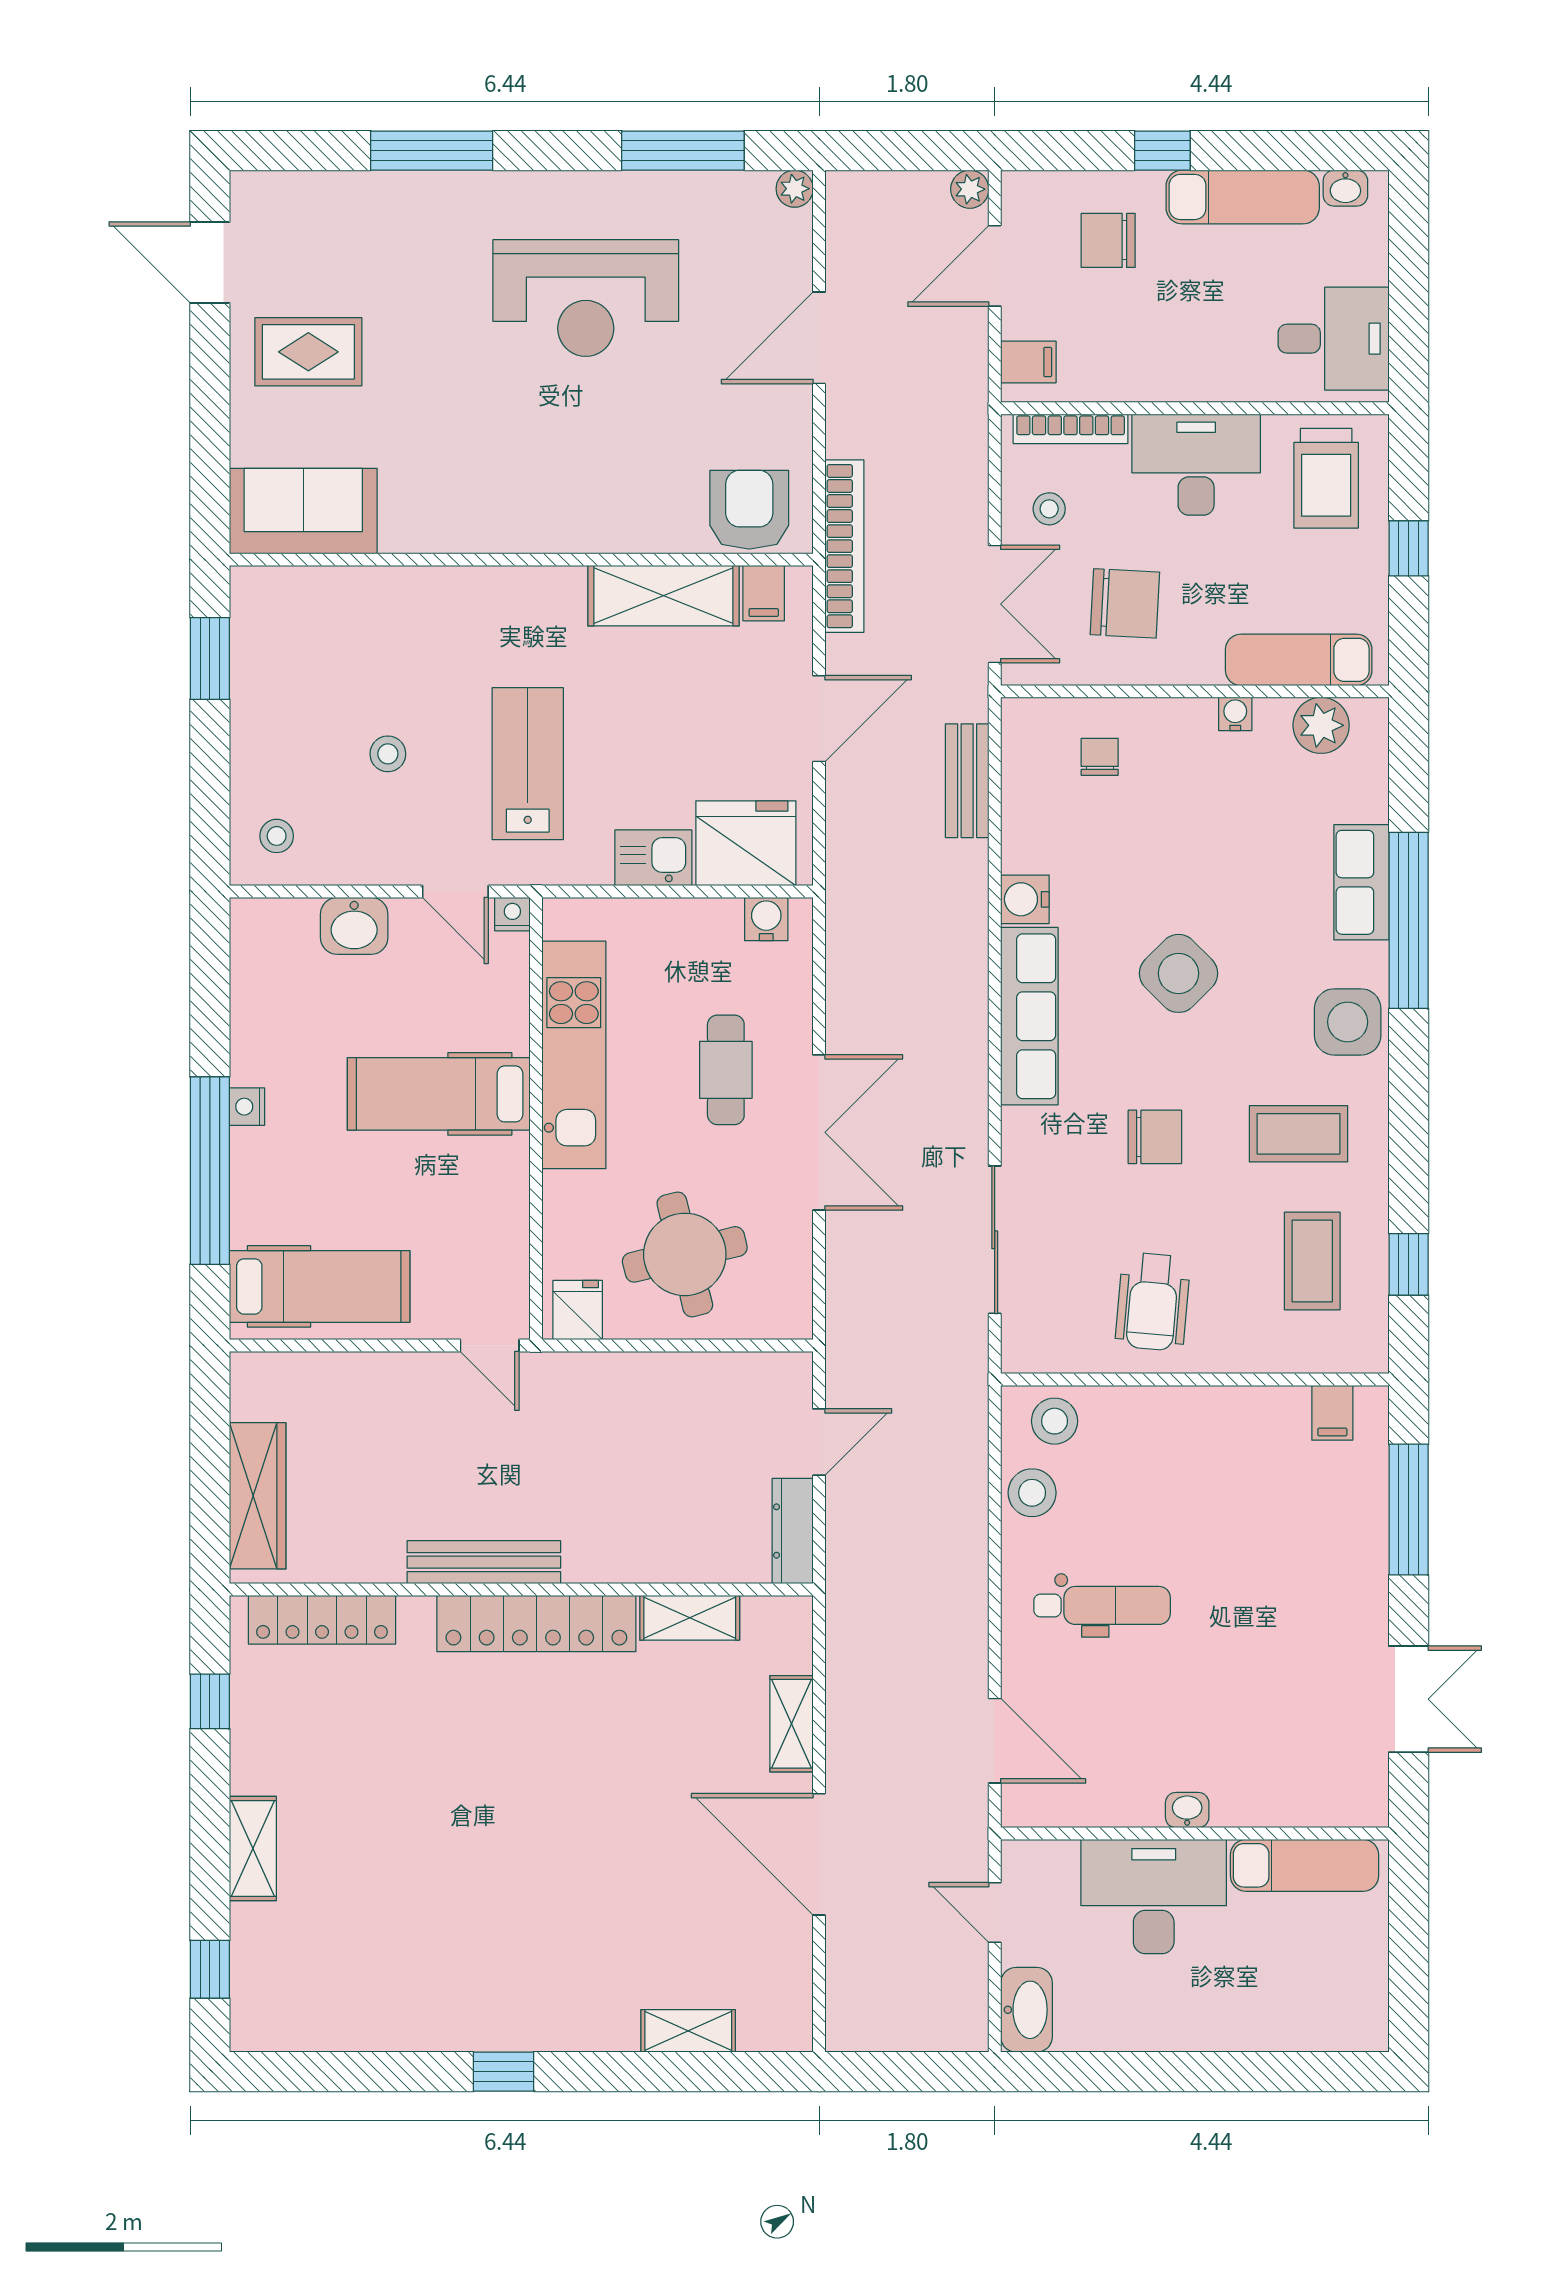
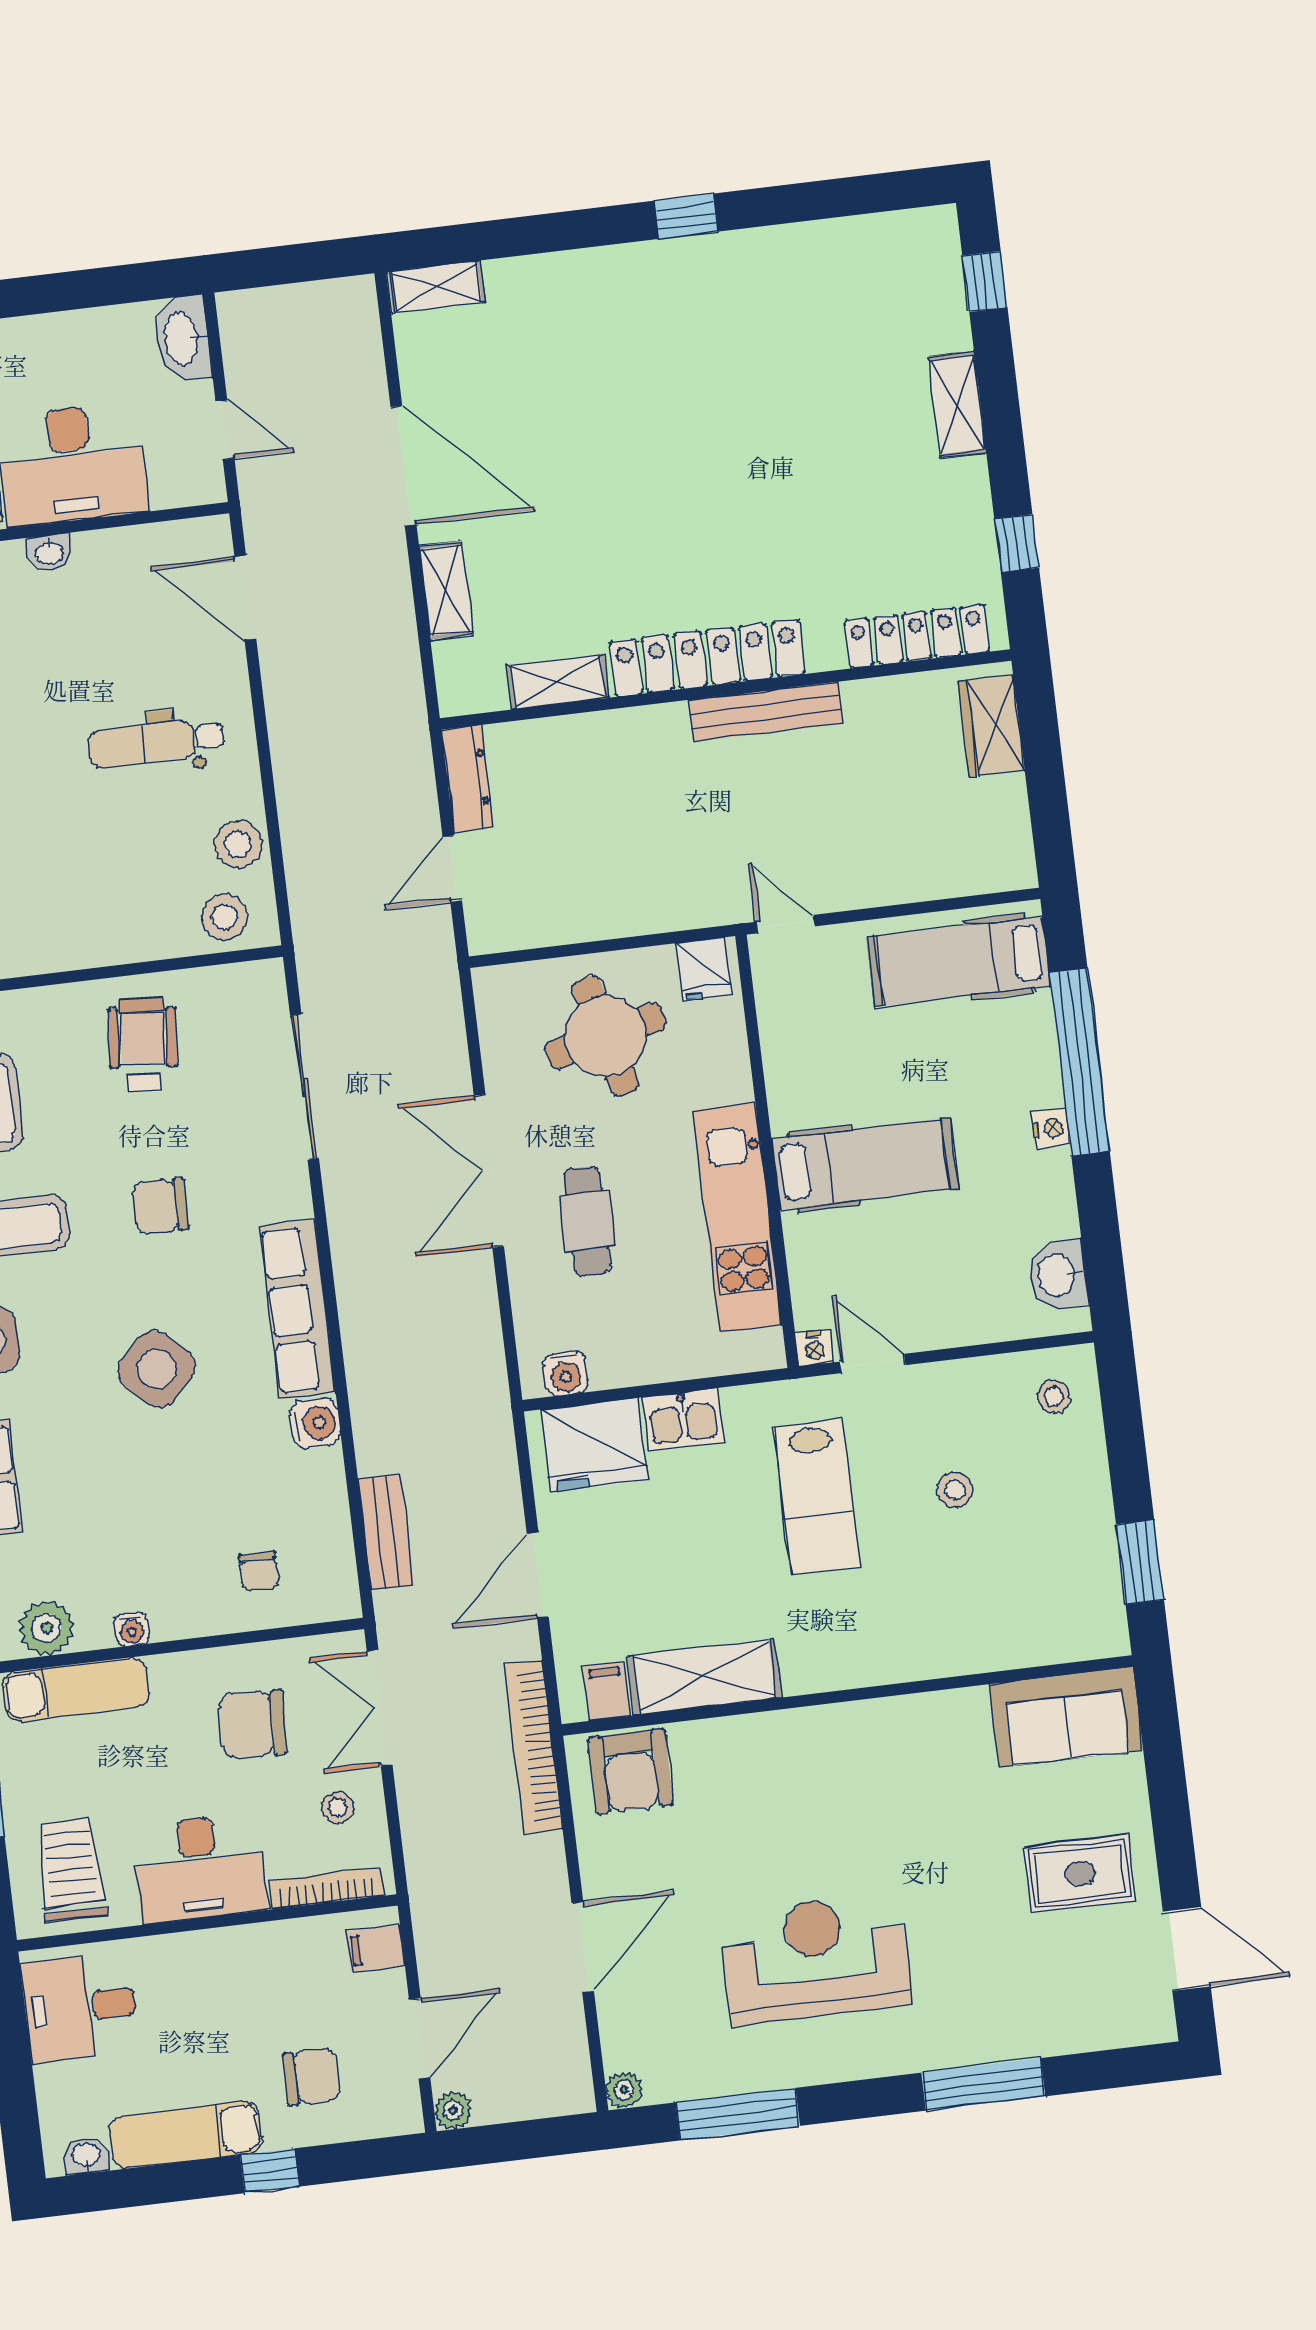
washbasin: (354, 926) -> (1058, 1275), moved, turned -90
wardrobe: (258, 1496) -> (991, 726), width x0.67
shelving: (688, 2031) -> (437, 287), moved

